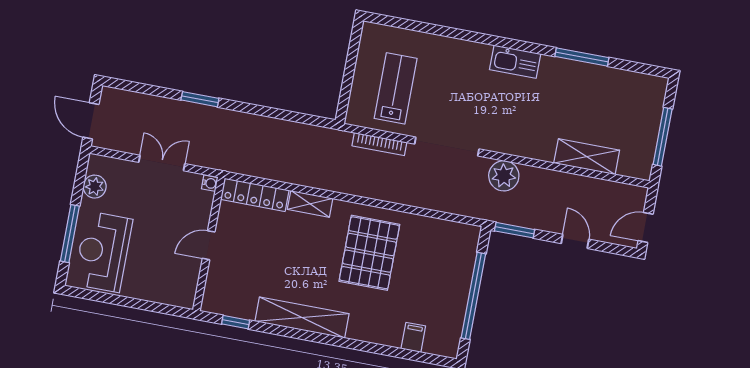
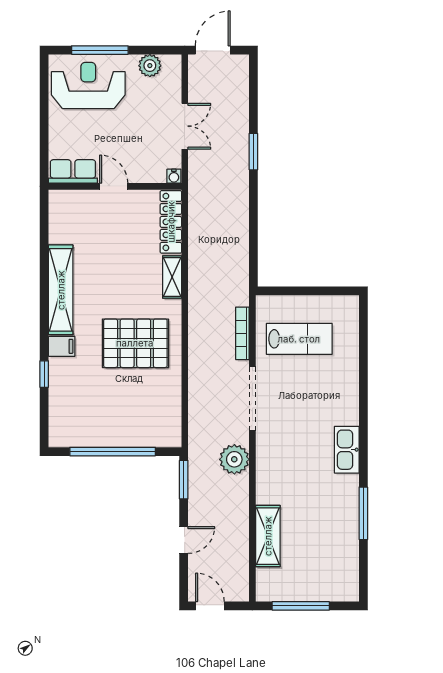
row of seats: (186, 283) -> (73, 171), added
window: (236, 322) -> (44, 374), moved
filing cabinet: (413, 337) -> (62, 346), moved

